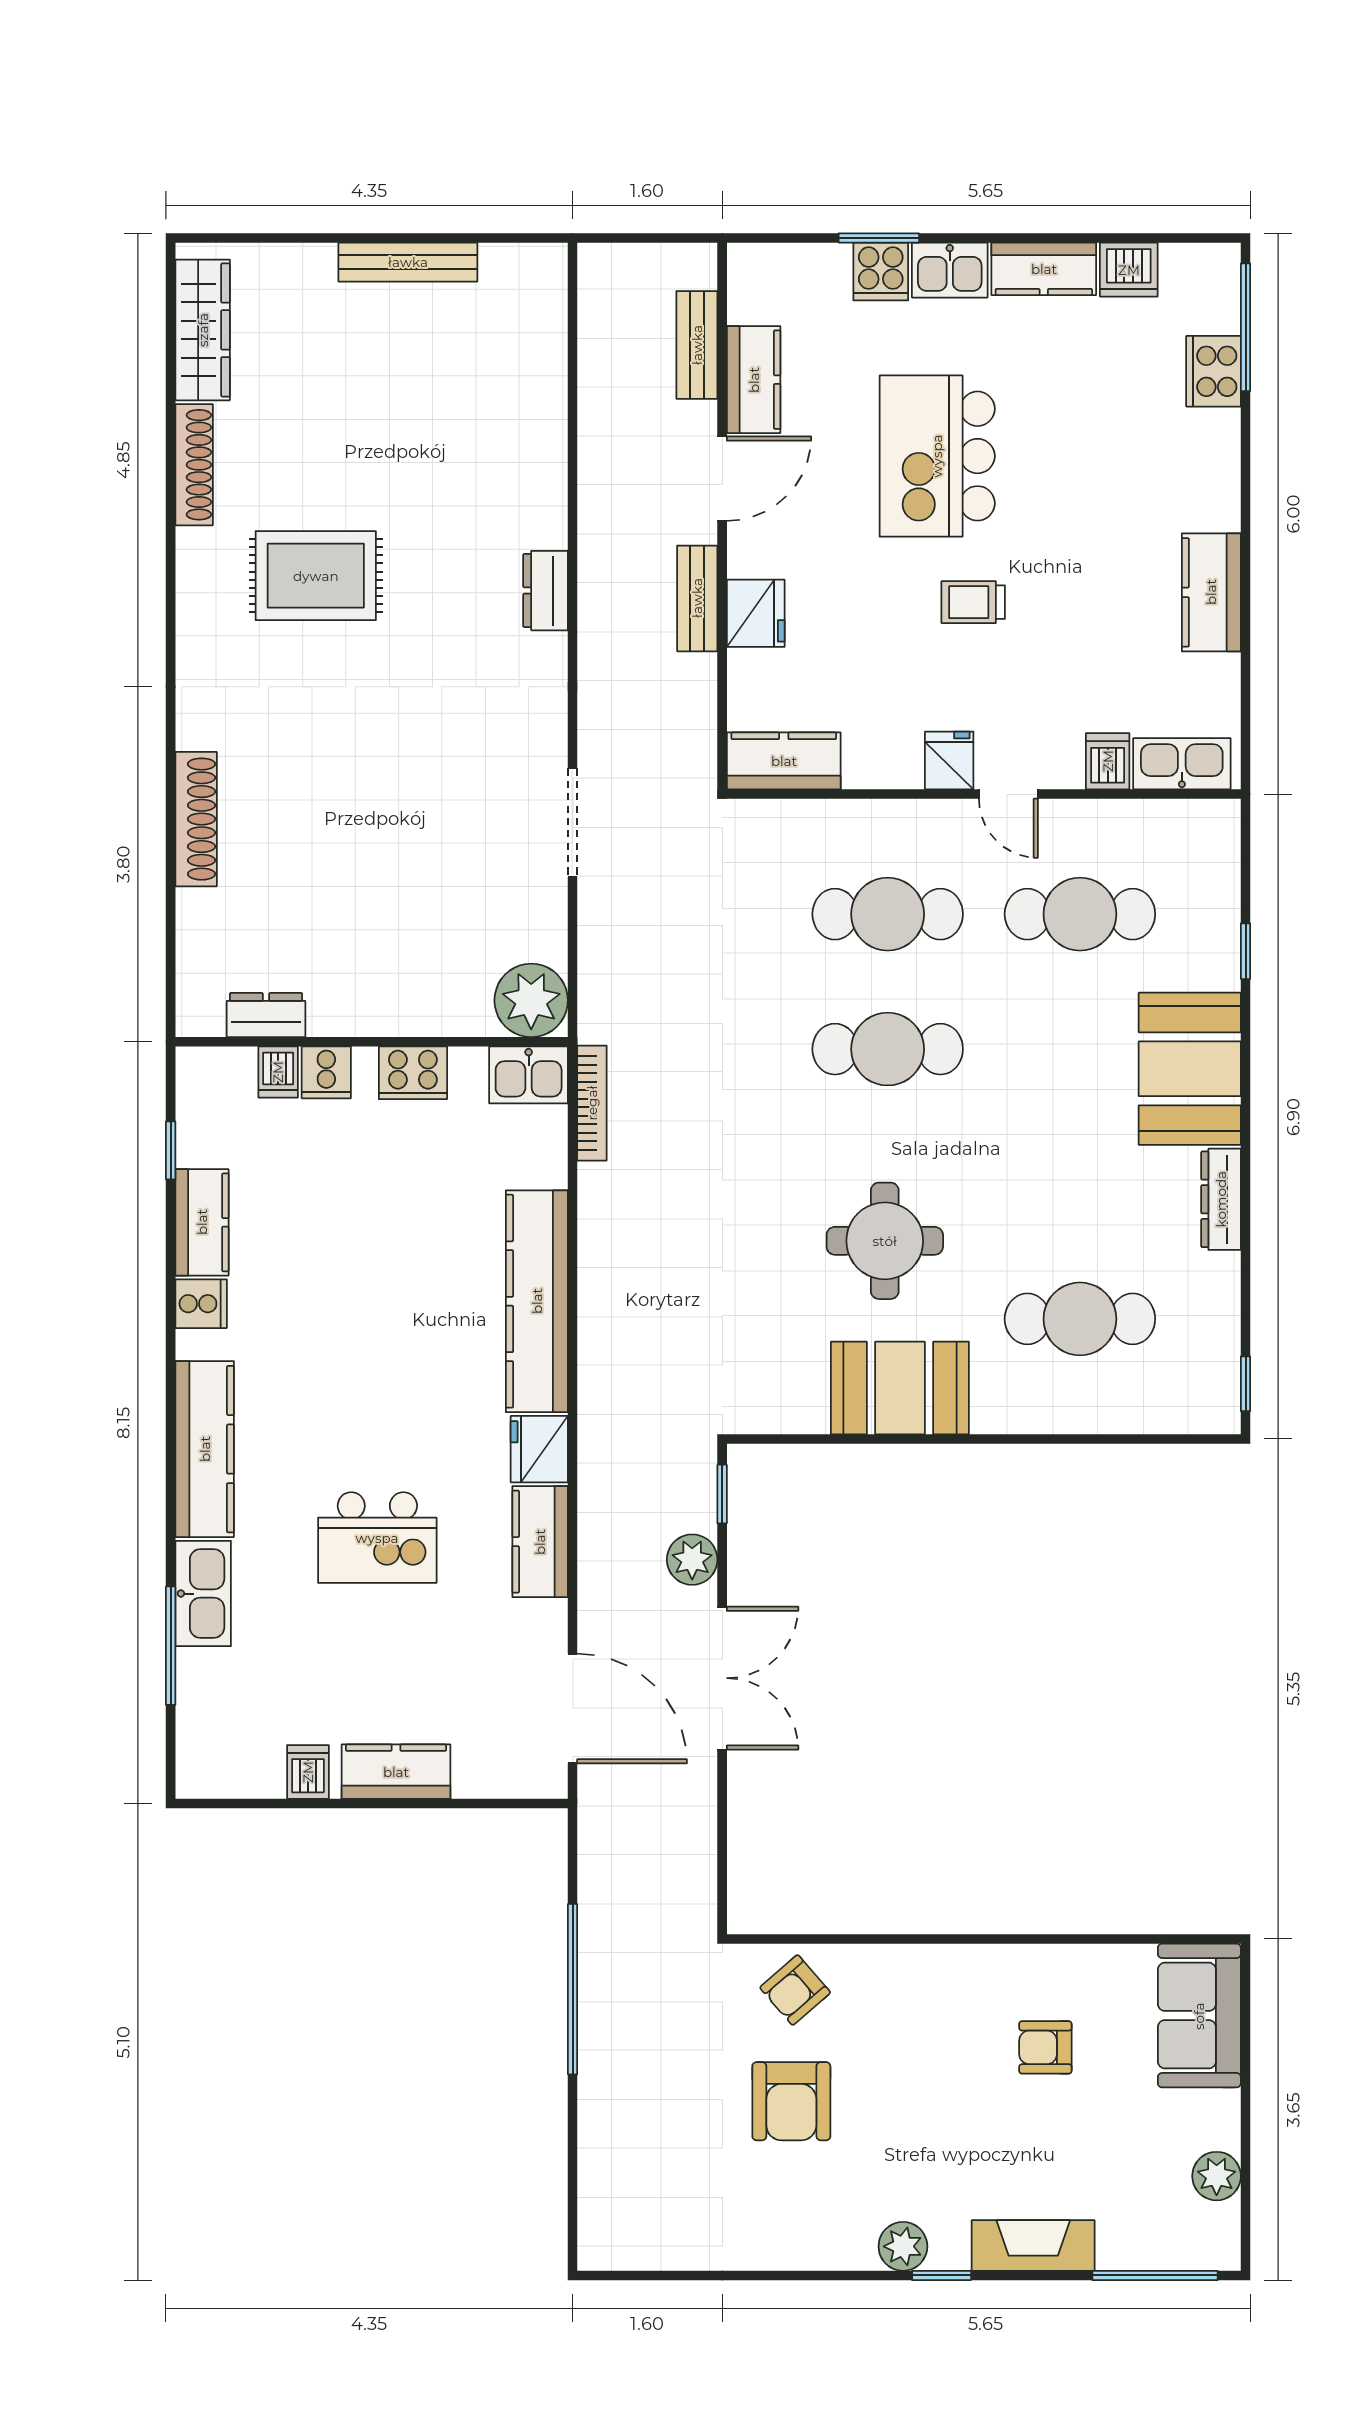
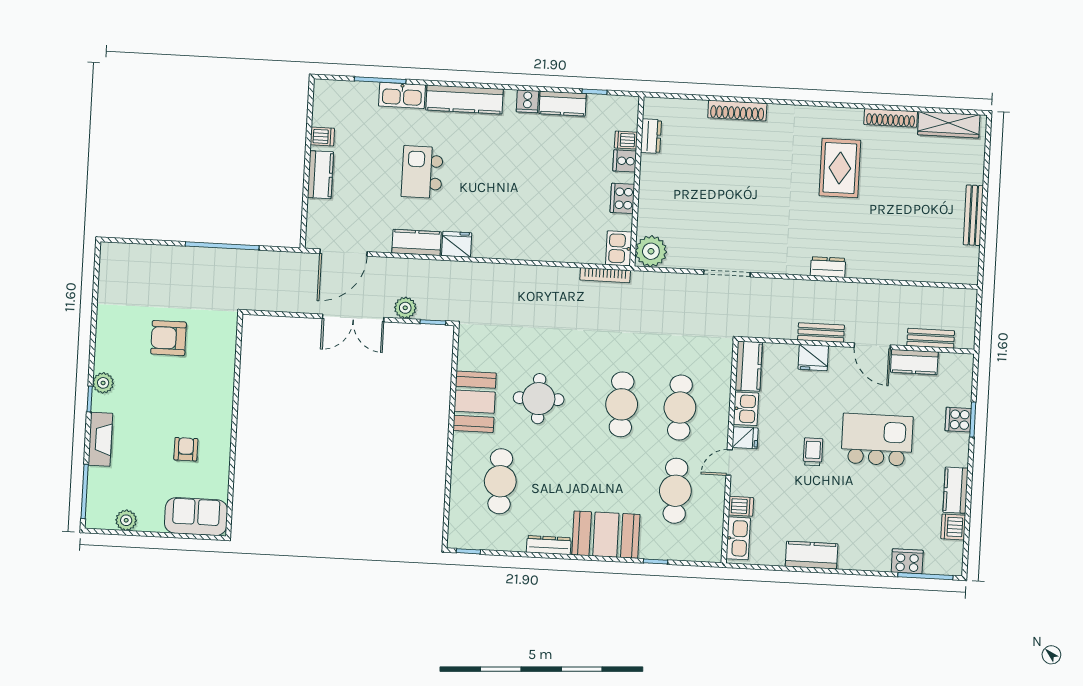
kitchen sink: (950, 270) -> (746, 409), moved, turned 180
kitchen counter: (537, 1301) -> (521, 247), removed
armchair: (795, 1990) -> (217, 342), removed

